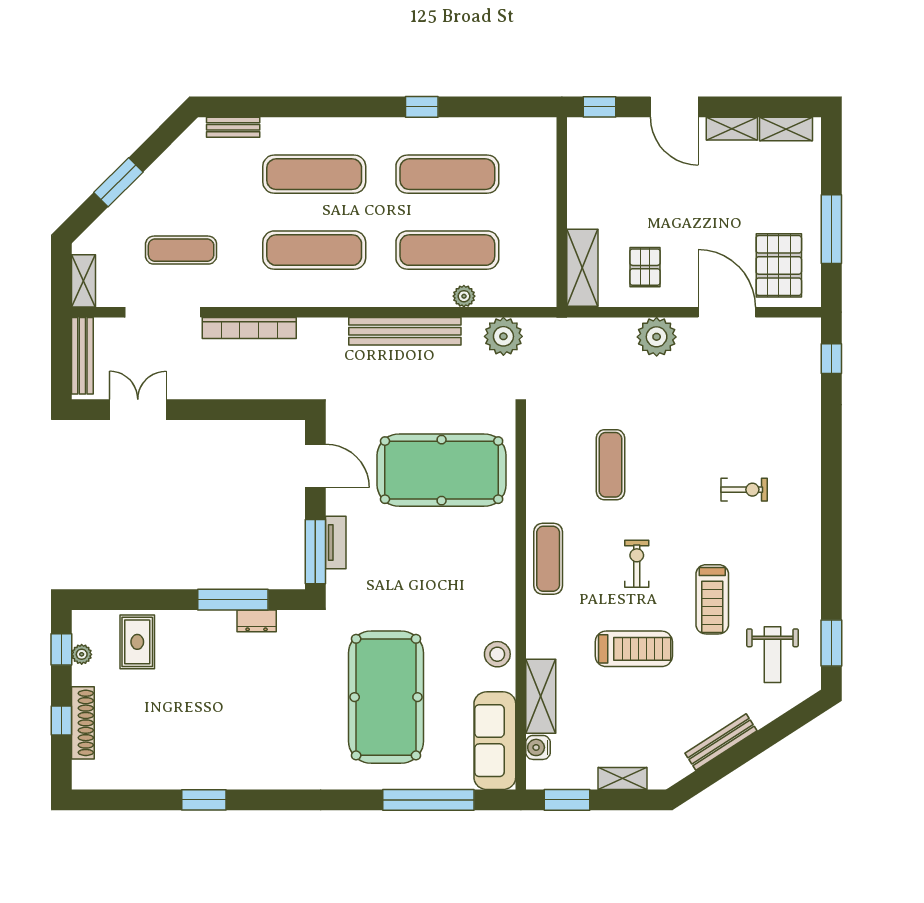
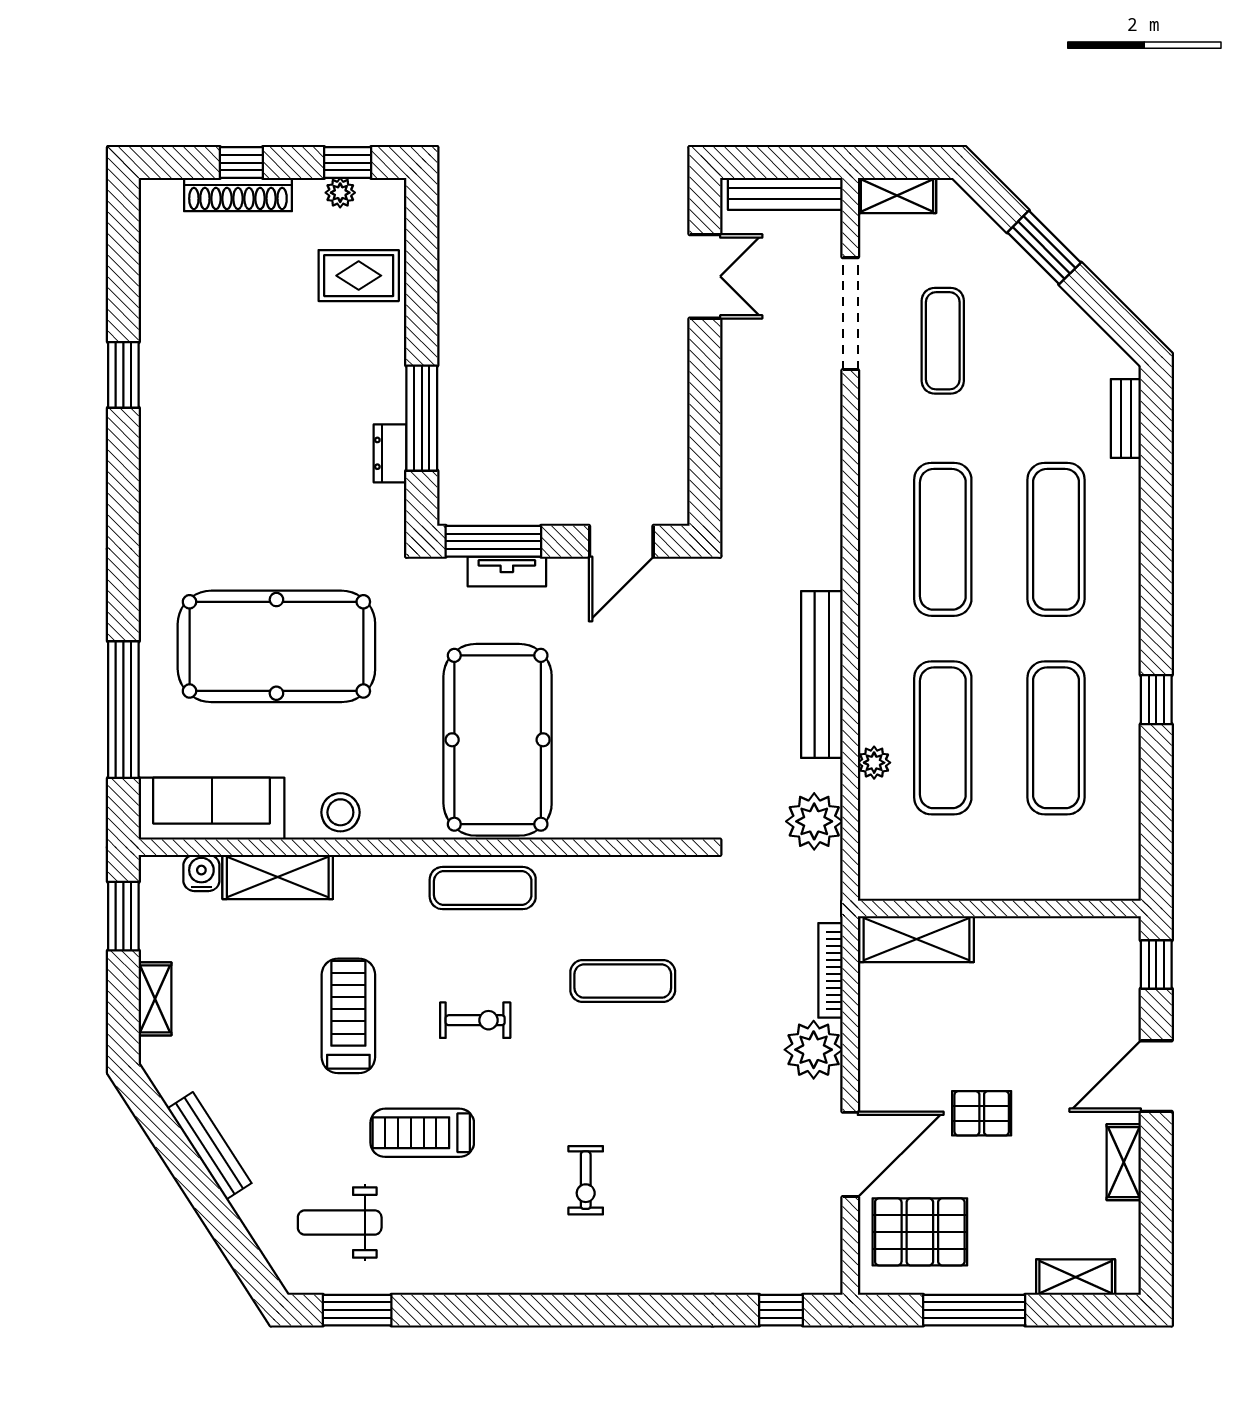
shelving: (786, 129) -> (1076, 1277), moved, turned 90
pallet: (645, 267) -> (982, 1113), moved
bookcase: (249, 328) -> (830, 970), moved, width x0.68, depth x0.76
pool table: (442, 470) -> (498, 740), moved
treadmill: (634, 649) -> (348, 1016), turned 180

